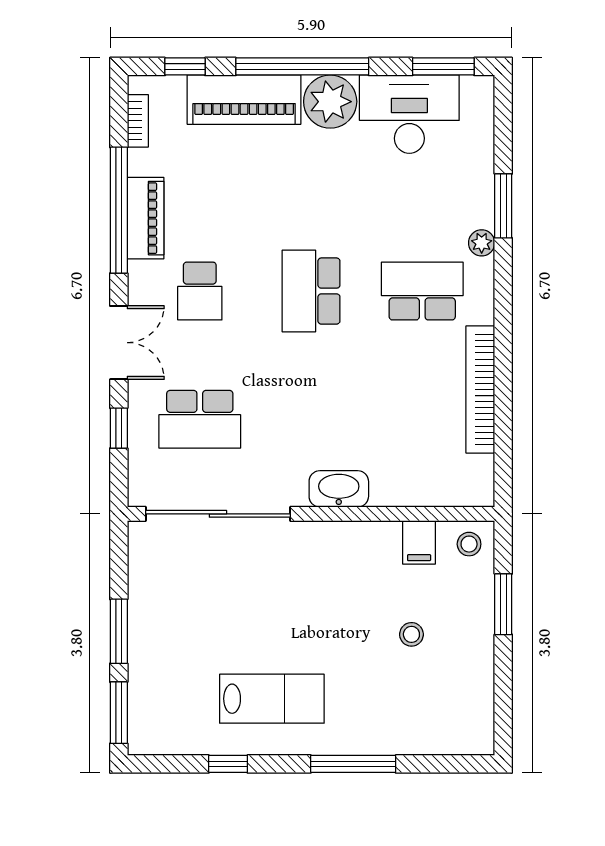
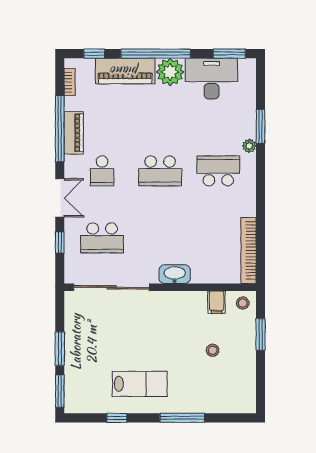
school desk: (311, 291) -> (160, 171), turned -90
bookcase: (480, 390) -> (249, 251), moved

